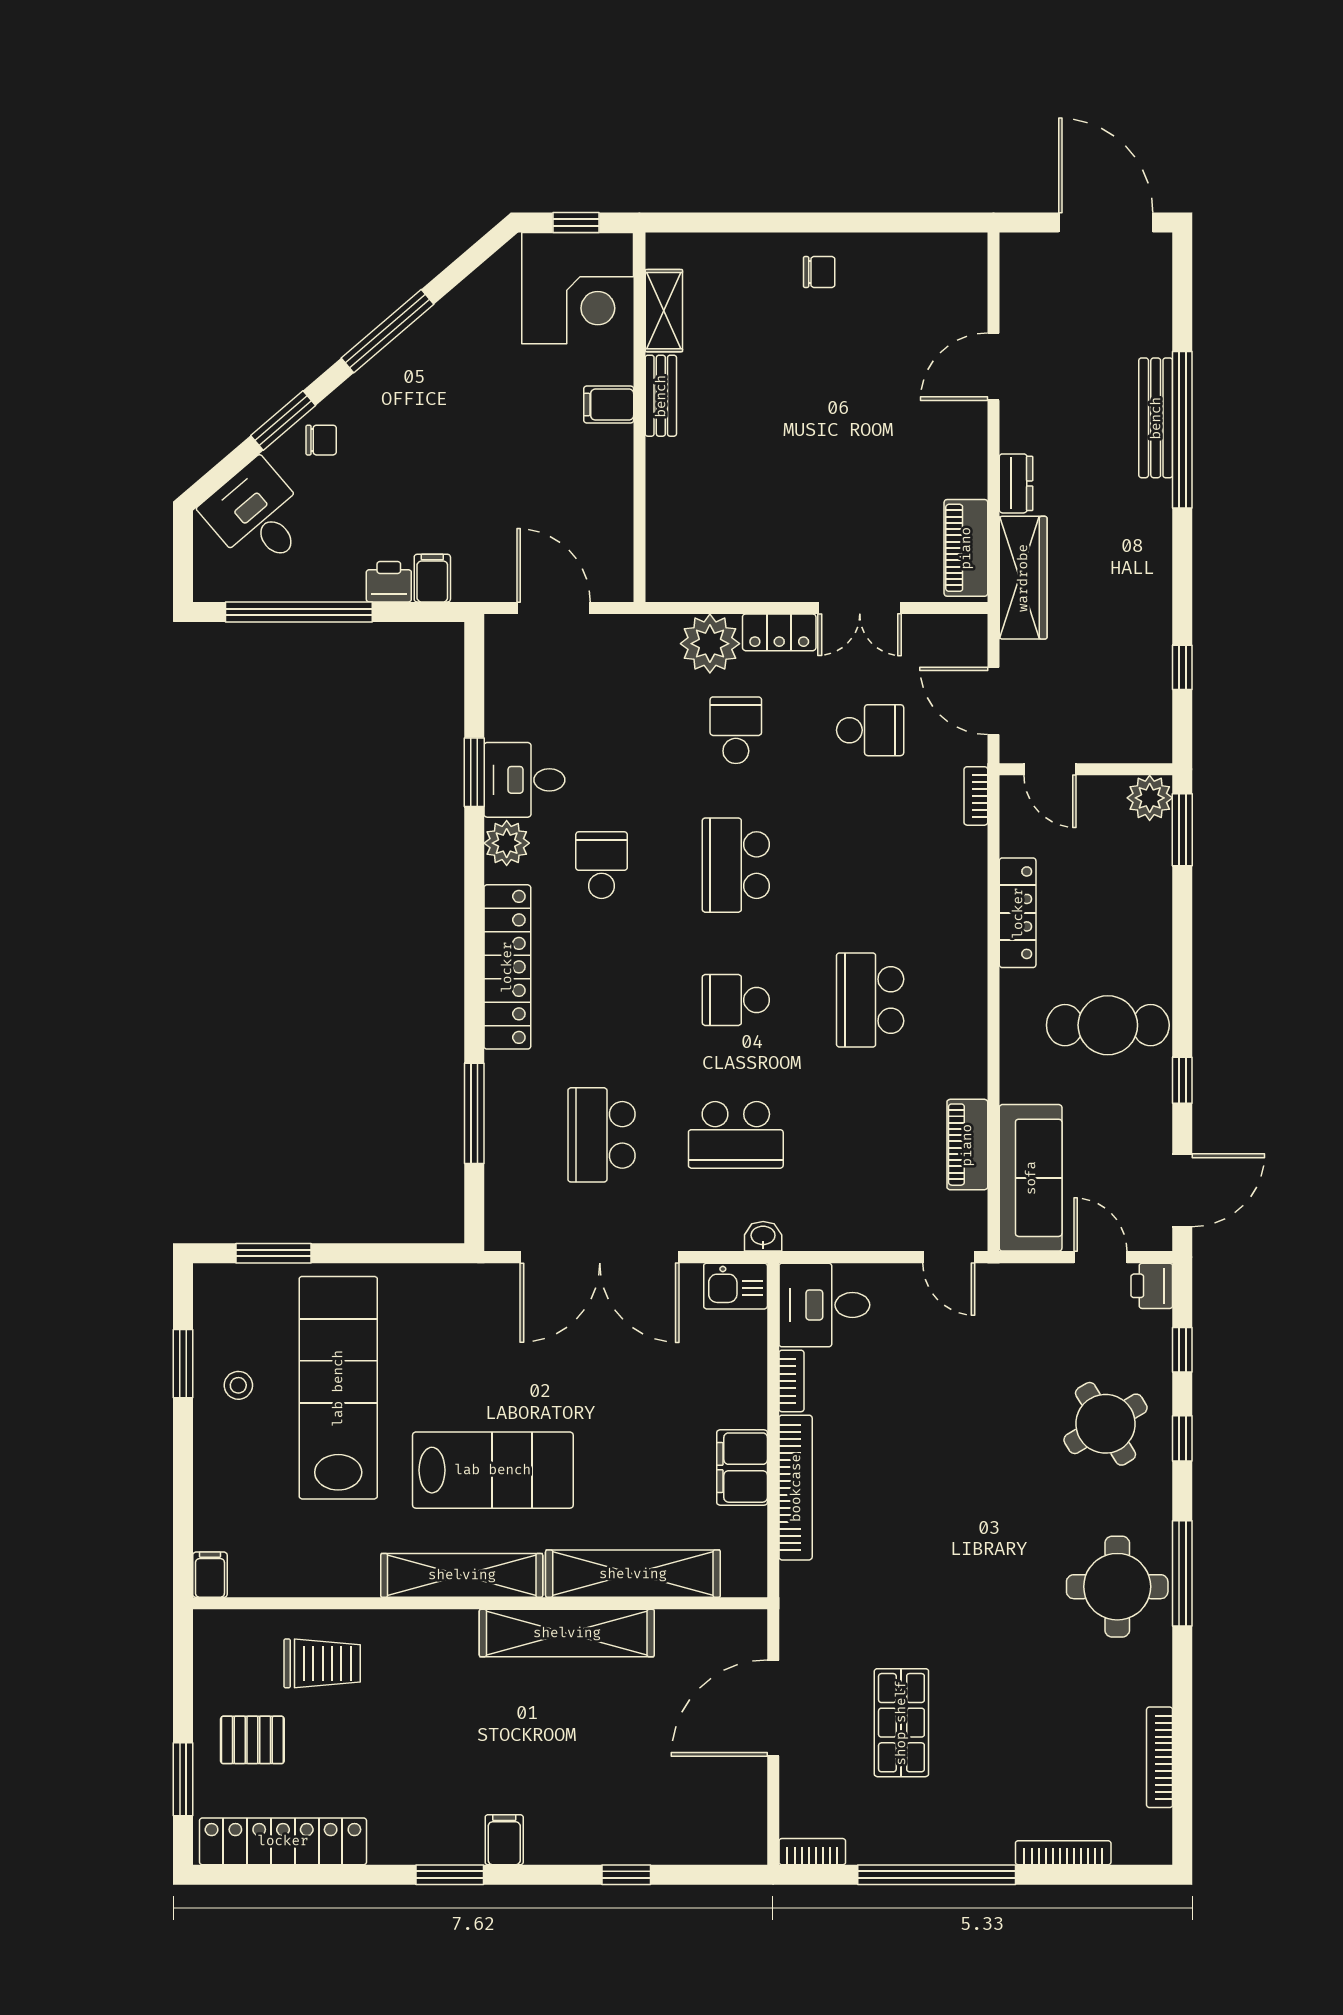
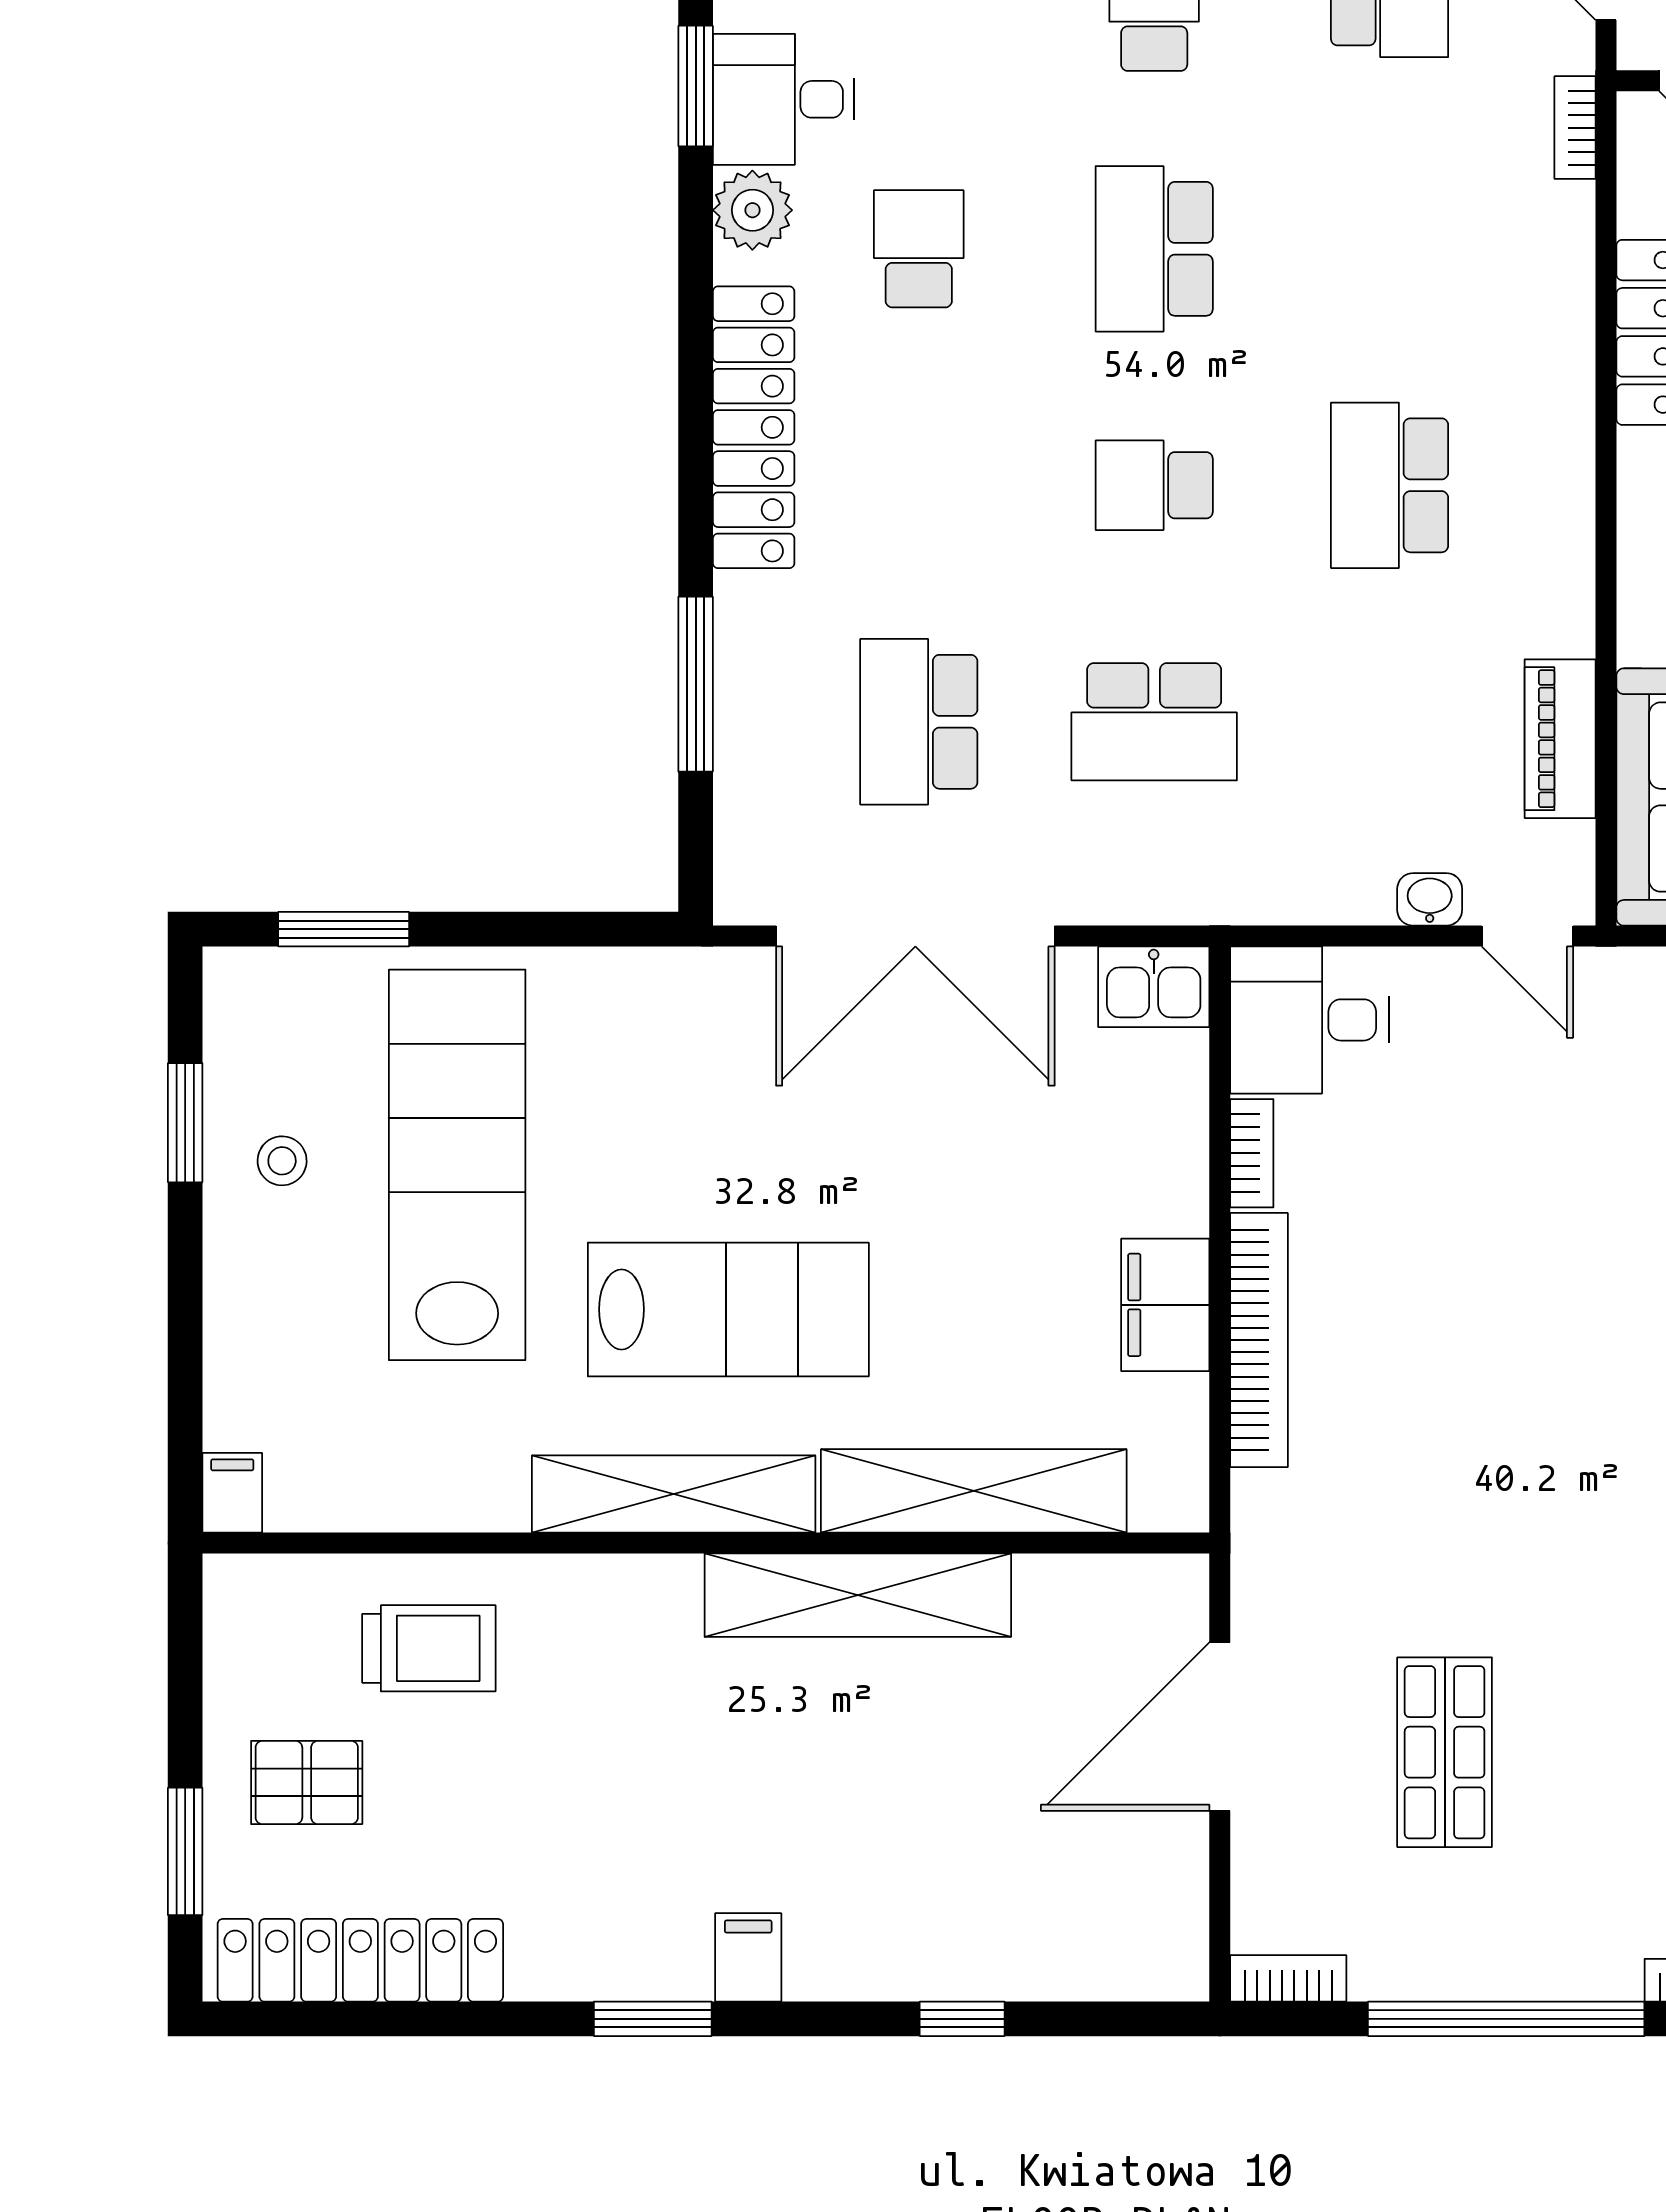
washbasin: (763, 1236) -> (1430, 899), moved

